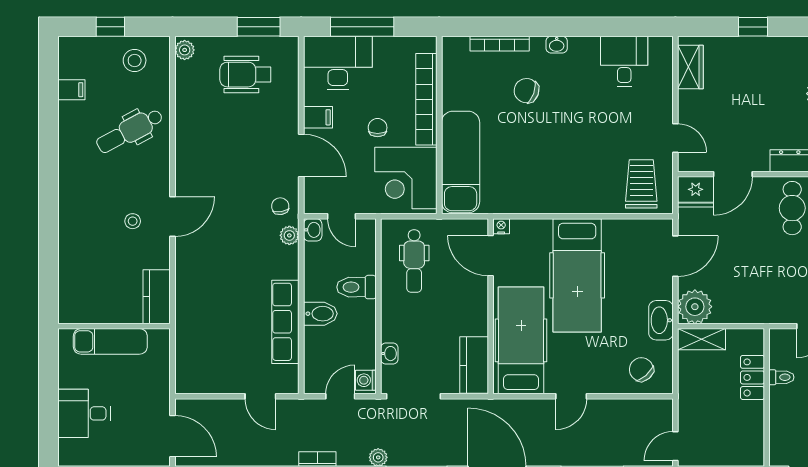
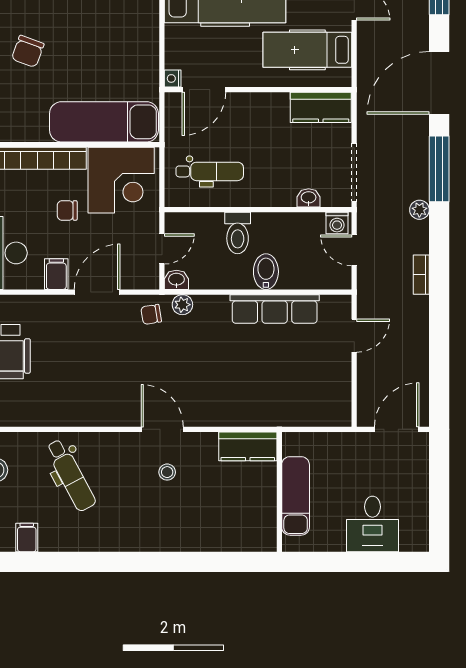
hospital bed: (521, 340) -> (307, 50), width x0.73, depth x0.78

